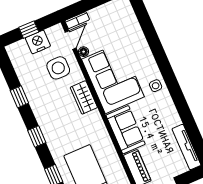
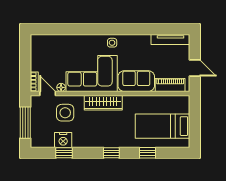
window: (29, 30) -> (25, 123), width x2.17
nightstand: (38, 42) -> (63, 140), moved, turned -90
window: (19, 97) -> (64, 153), moved
wardrobe: (84, 97) -> (103, 103), width x1.50

